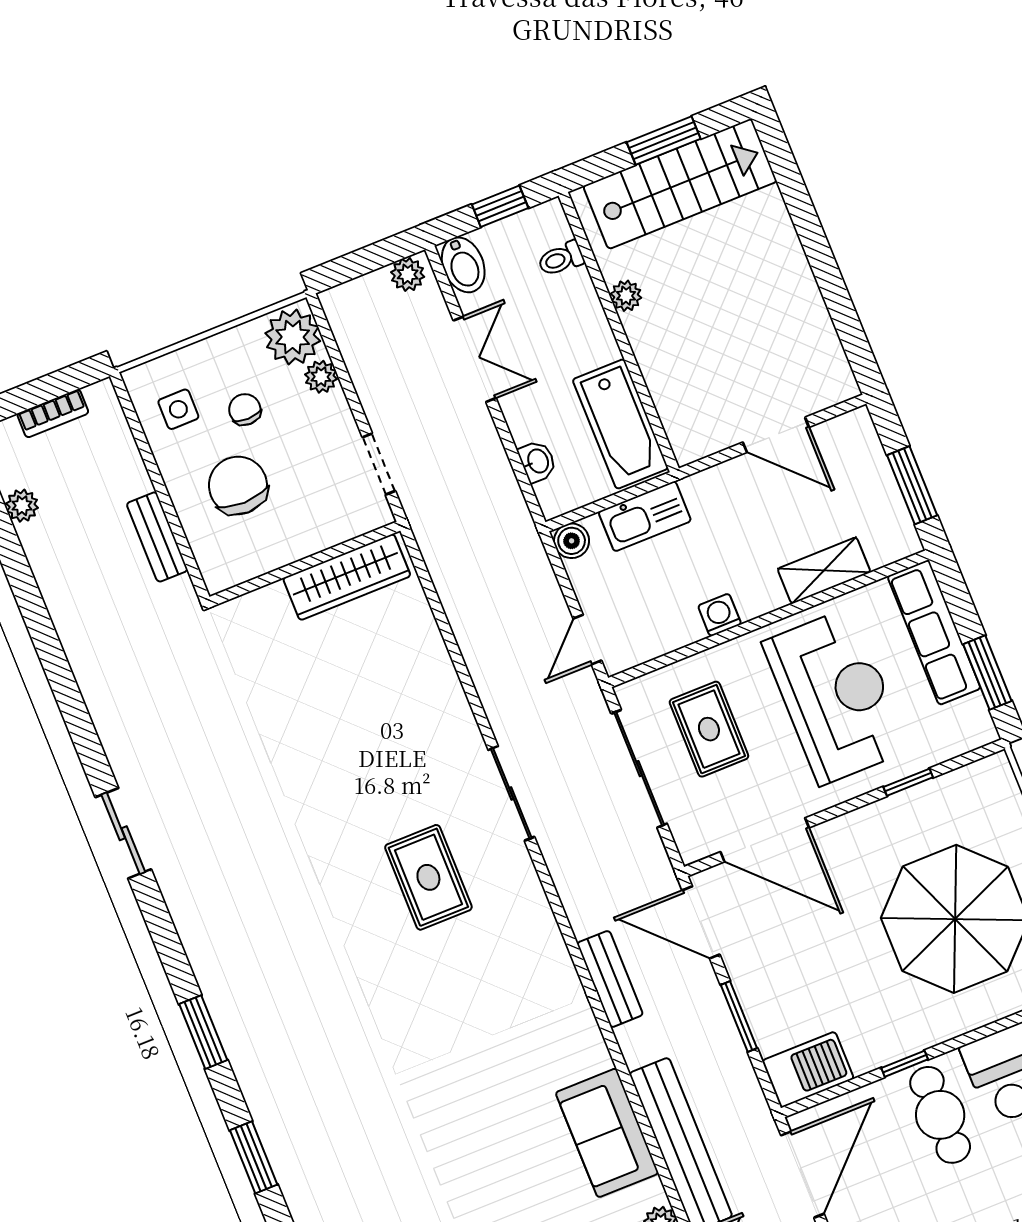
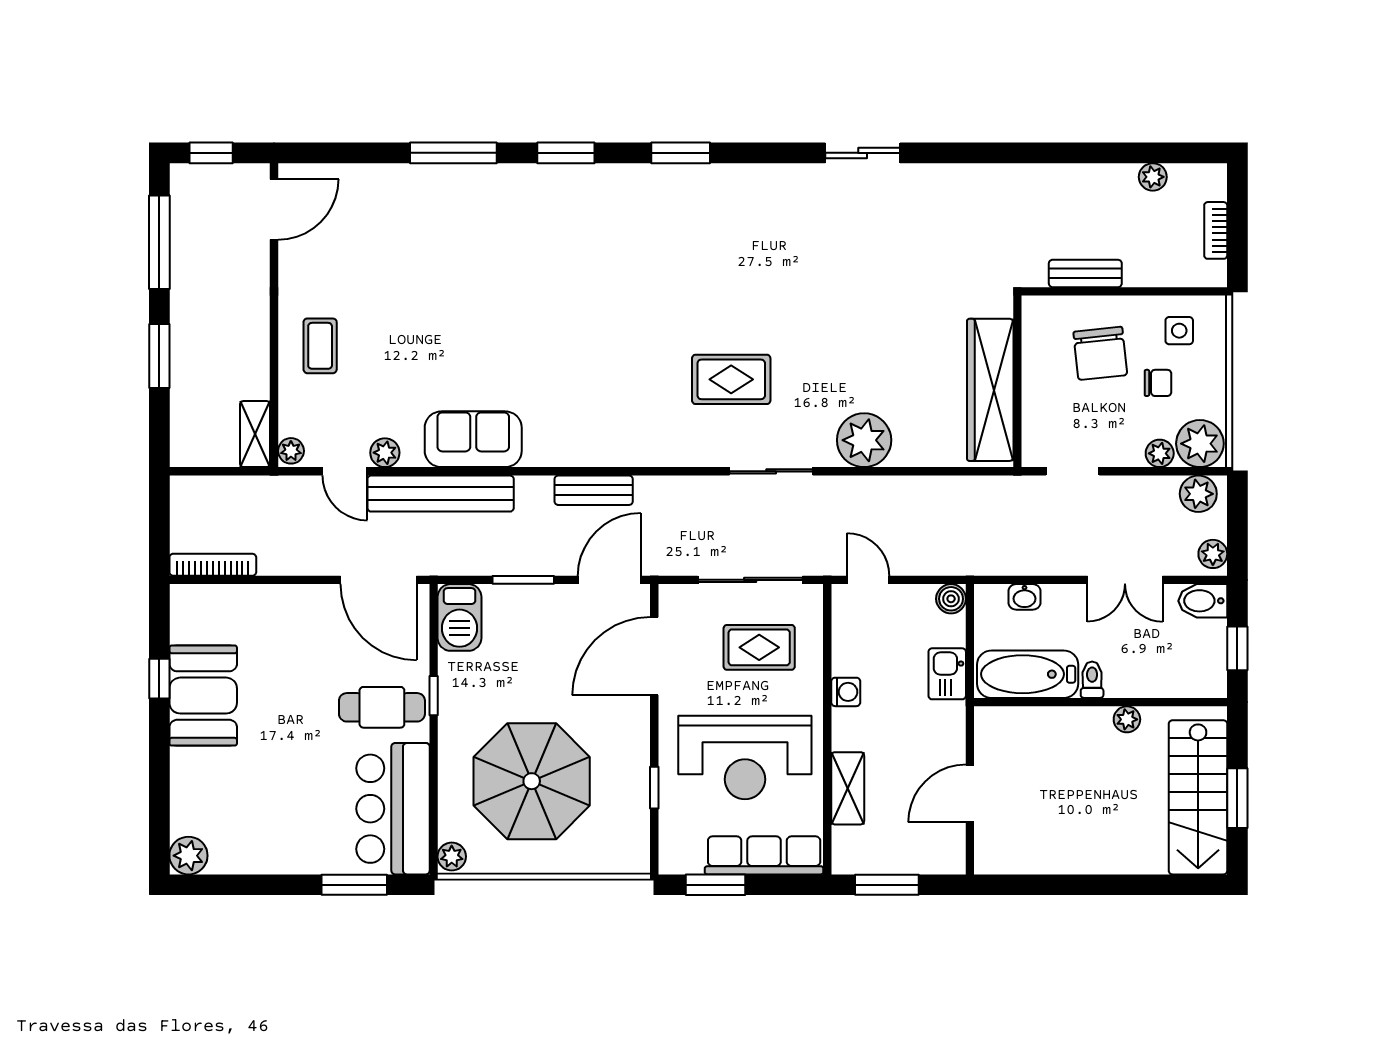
toilet: (561, 259) -> (1092, 680), moved
plant: (348, 317) -> (1198, 494), added
chair: (238, 486) -> (1100, 353), turned 84
kitchen sink: (645, 516) -> (947, 674), width x0.73
wardrobe: (347, 577) -> (990, 390), width x1.40, depth x1.17
plant: (436, 705) -> (864, 440), added

